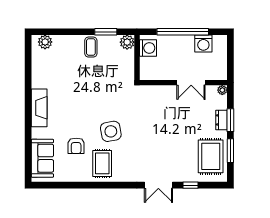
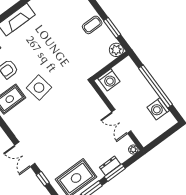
washing machine: (148, 48) -> (109, 80), moved

